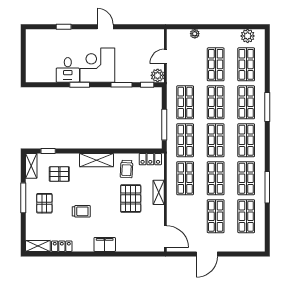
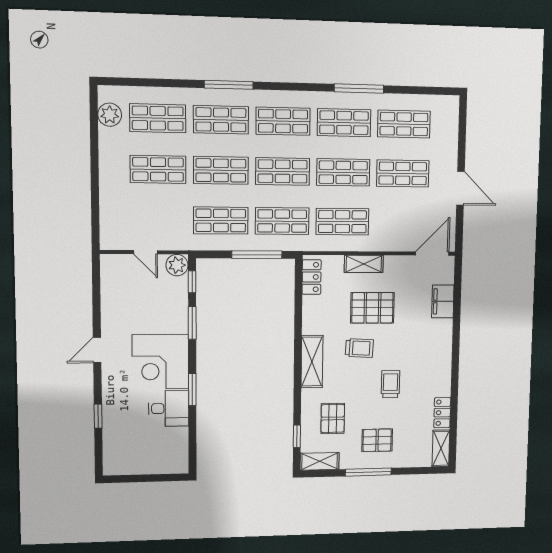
plant: (195, 34) -> (107, 203), removed
trolley: (126, 169) -> (359, 348), moved
filing cabinet: (105, 244) -> (443, 301), moved

